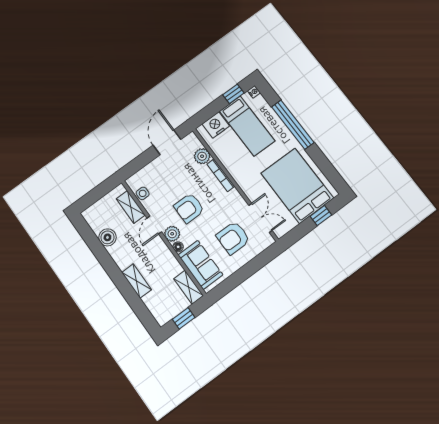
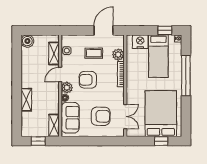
coffee table: (174, 174) -> (94, 53), added
boiler: (107, 237) -> (27, 41), moved
armchair: (233, 238) -> (101, 116), turned 180

